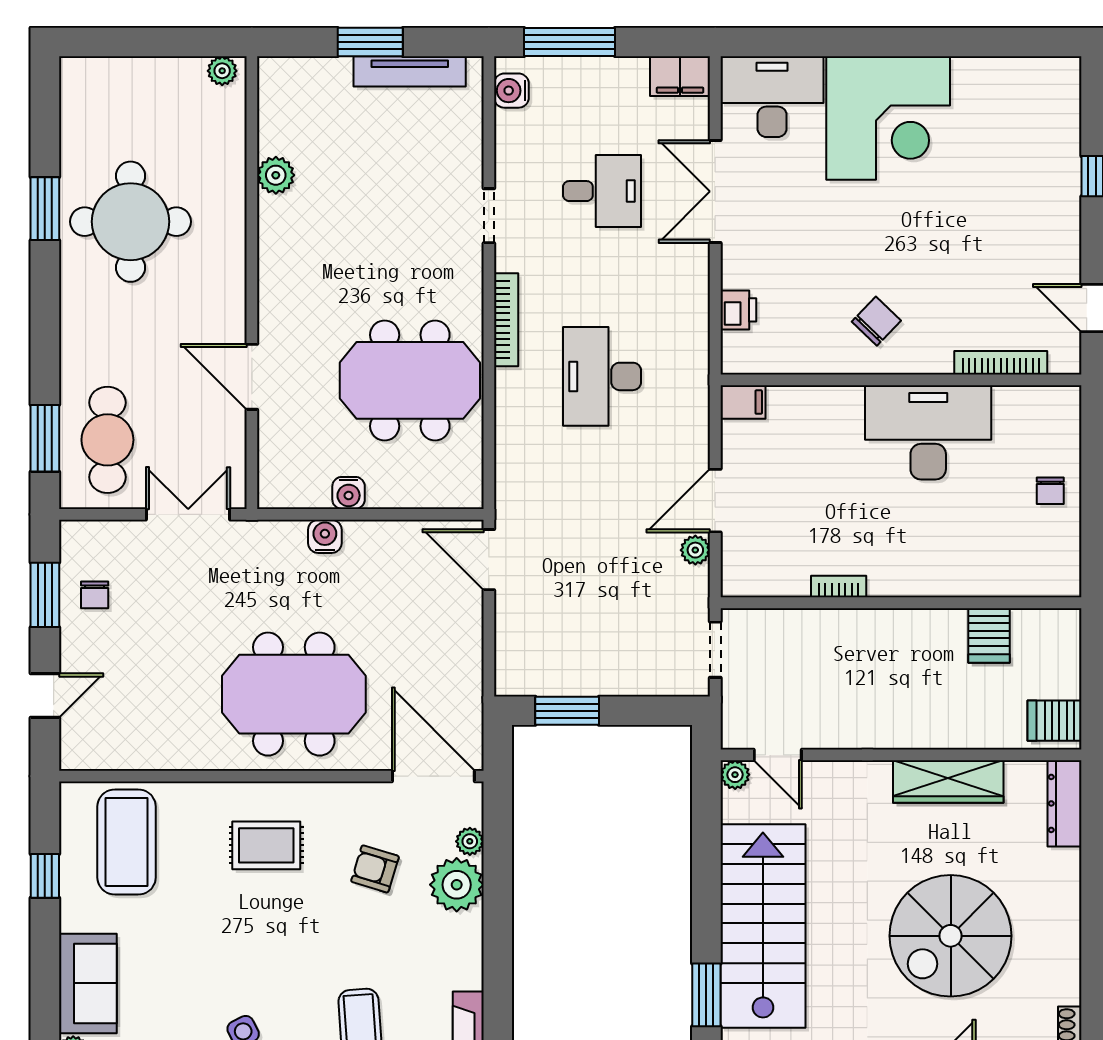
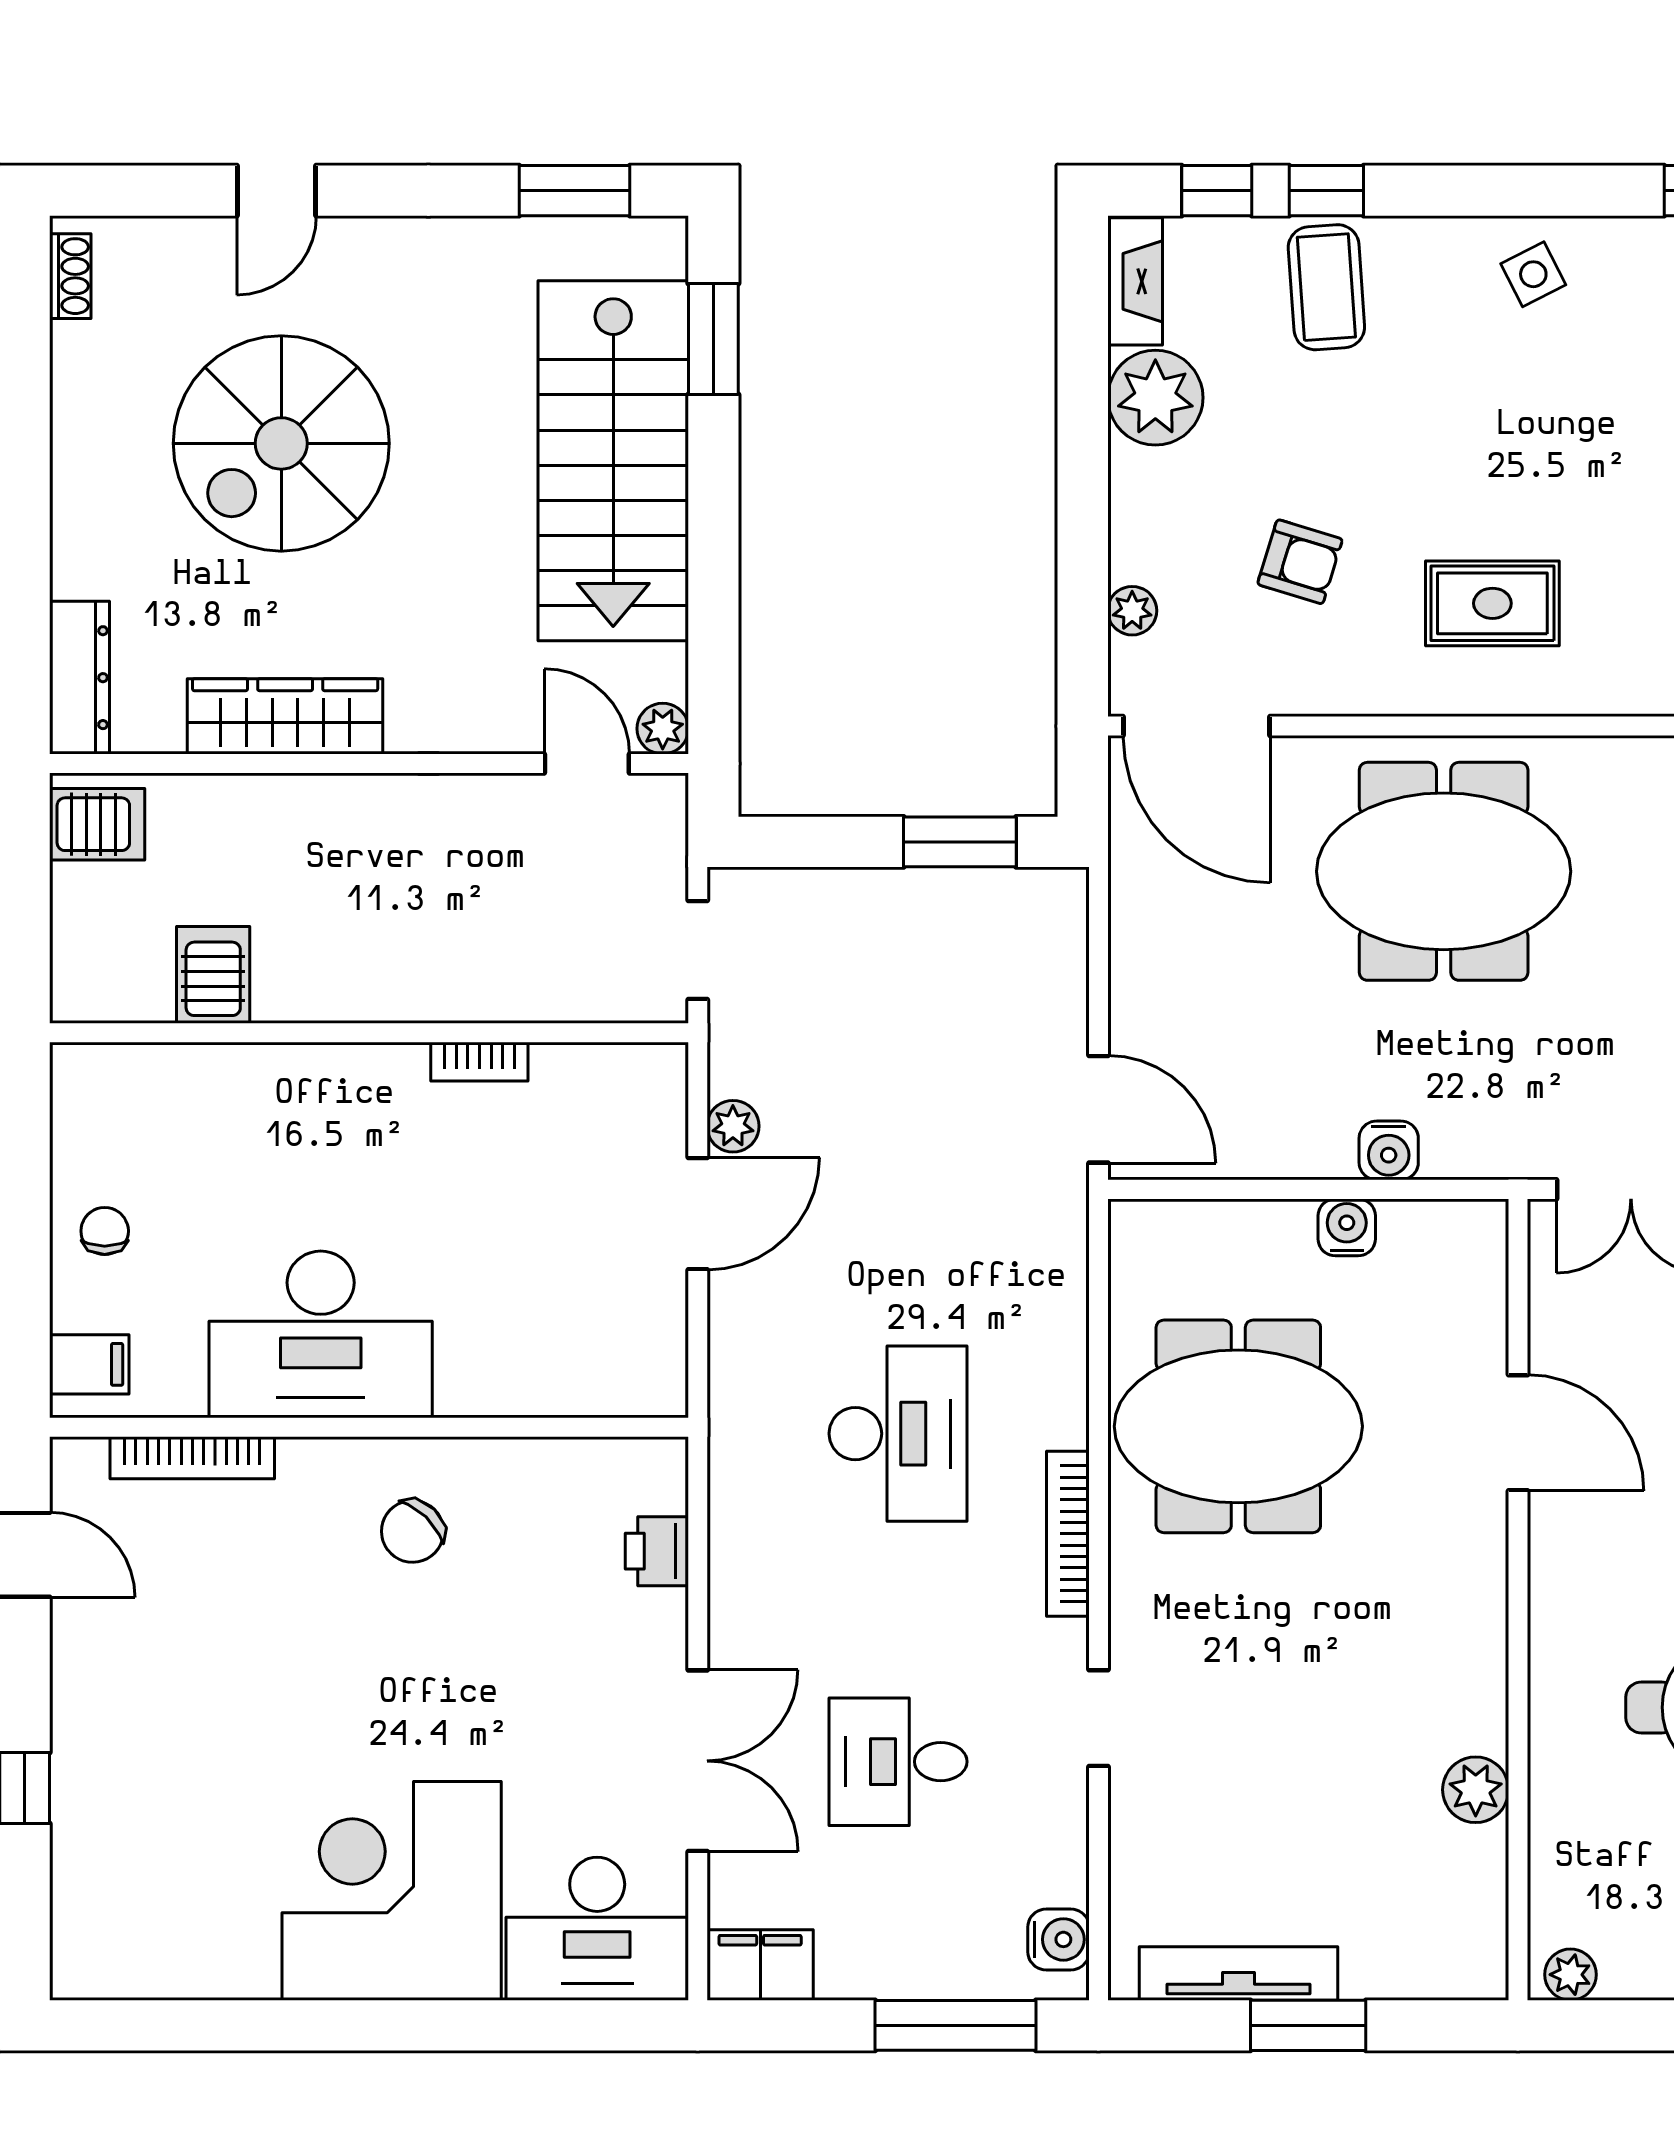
filing cabinet: (743, 402) -> (89, 1364), moved, turned 180
plant: (457, 885) -> (1155, 398), moved
spiral stairs: (951, 936) -> (281, 443), turned 180

